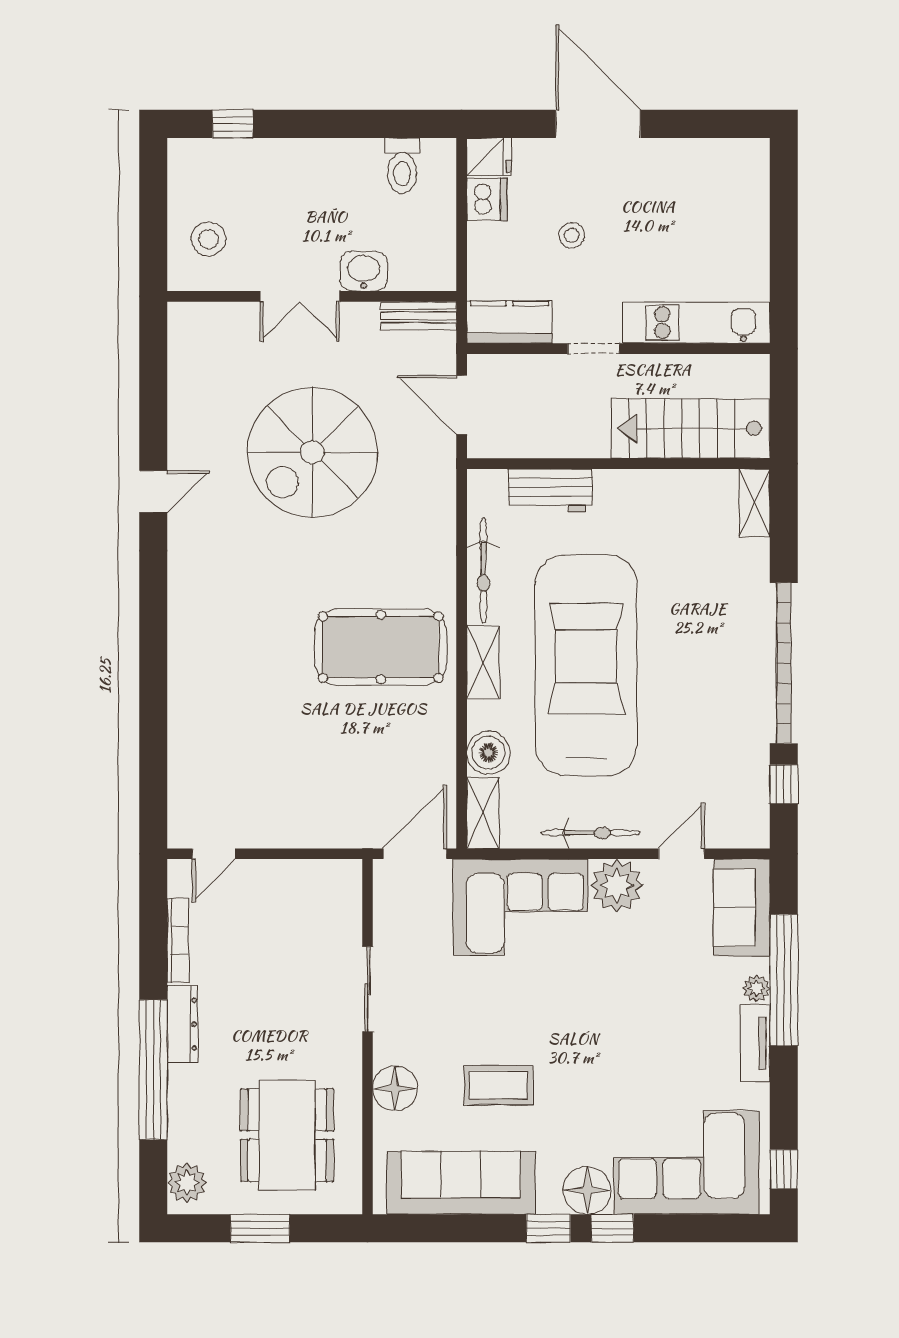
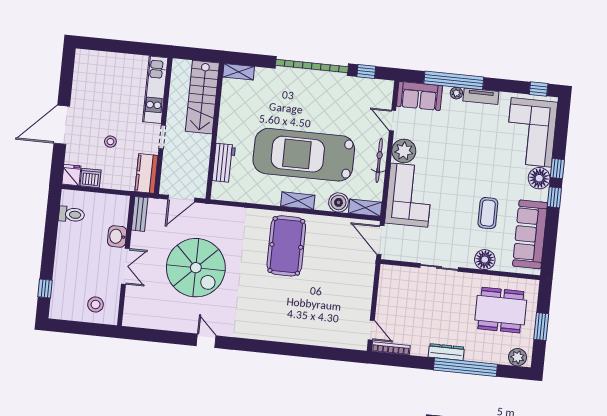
bicycle: (483, 570) -> (257, 196), removed
bookcase: (178, 940) -> (391, 348), moved

